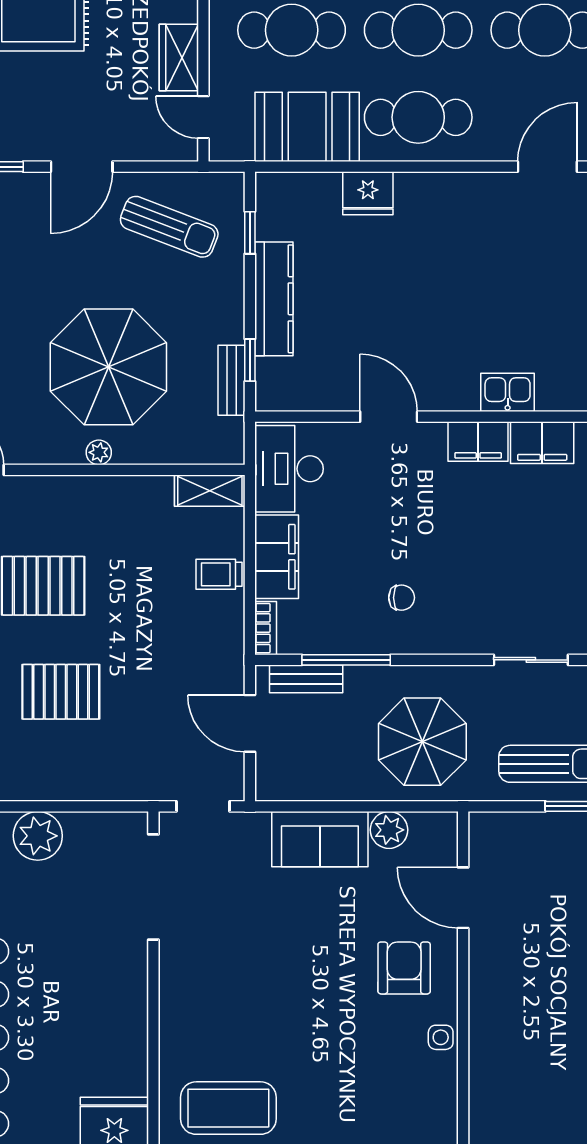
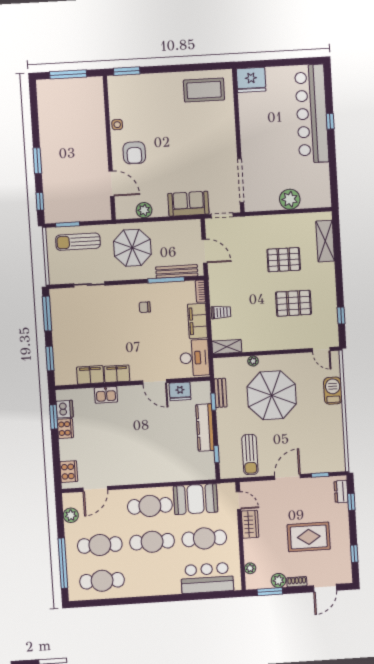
fridge: (368, 193) -> (180, 391), moved, turned 180
sun lounger: (169, 227) -> (250, 455), turned -111
plant: (99, 452) -> (253, 361), moved
bench: (306, 679) -> (177, 271), width x1.36
sofa: (320, 839) -> (188, 204), moved

